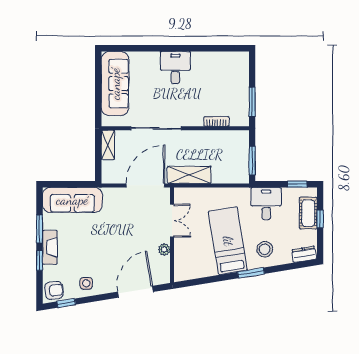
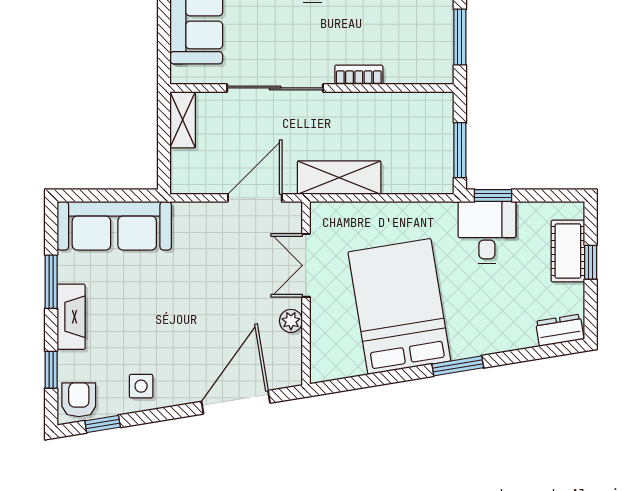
bookcase: (216, 121) -> (359, 75), moved
window: (297, 184) -> (493, 196), moved
door: (145, 185) -> (255, 198), width x0.73
double door: (172, 221) -> (306, 265), swing flipped
bed: (228, 241) -> (399, 306), width x1.50
stool: (265, 249) -> (484, 321), removed
window: (39, 261) -> (51, 370), moved
armchair: (54, 290) -> (79, 400), turned -83

